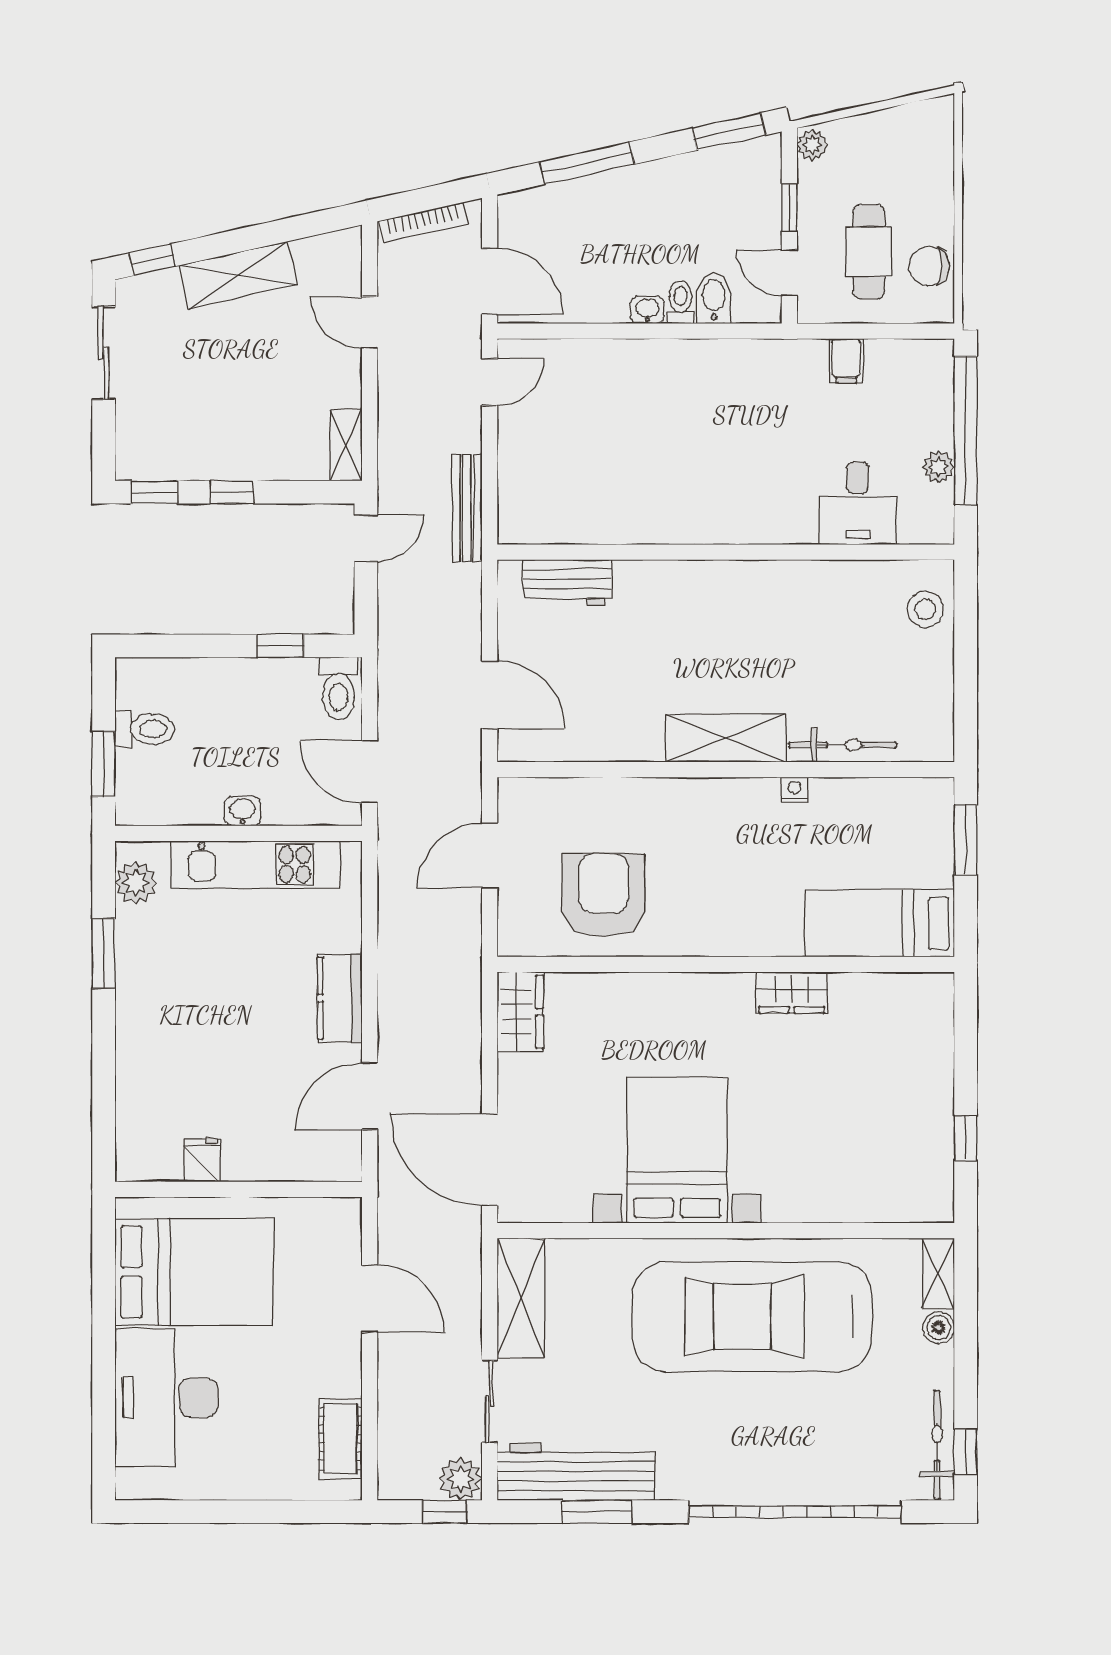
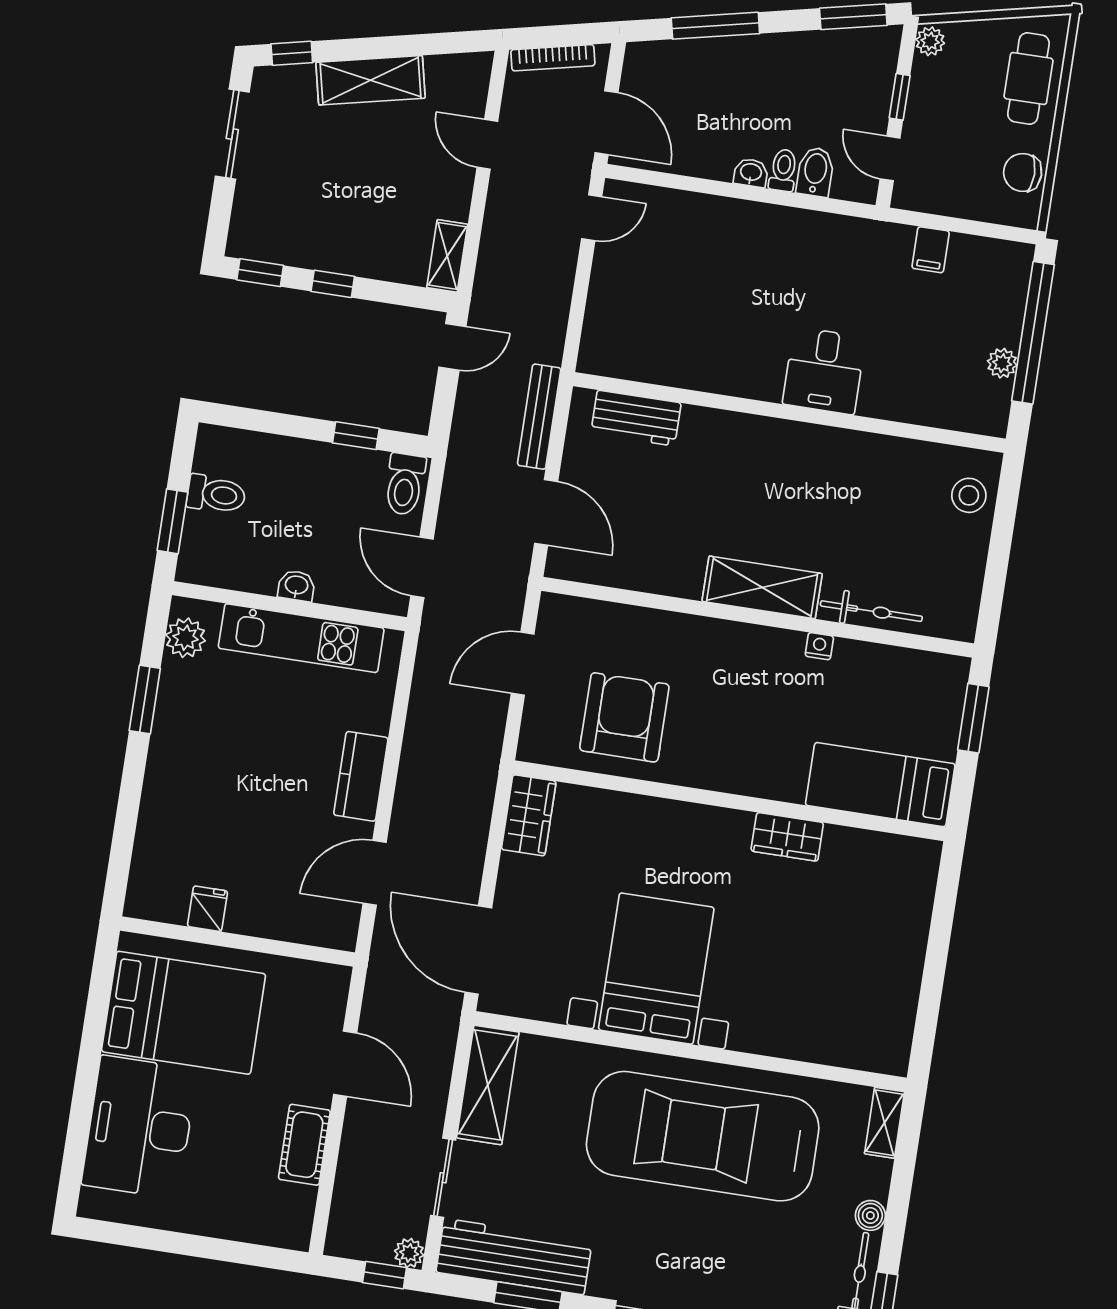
cafe table: (869, 252) -> (1028, 79), moved
desk: (858, 503) -> (824, 371), moved
bench: (467, 508) -> (539, 417), moved
window: (966, 1138) -> (930, 999), removed
boiler: (939, 1327) -> (870, 1215), moved
cot: (340, 1439) -> (304, 1145), moved
plant: (461, 1479) -> (409, 1253), width x0.73, depth x0.73

